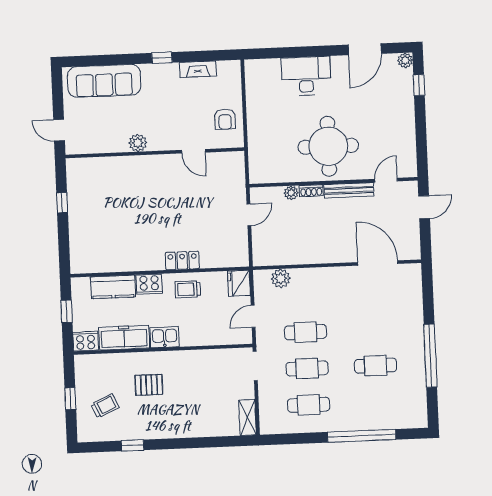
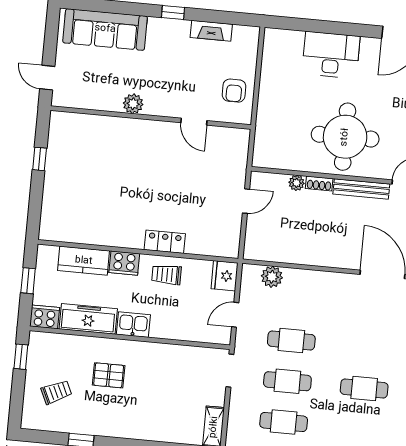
window: (70, 399) -> (21, 357), moved

